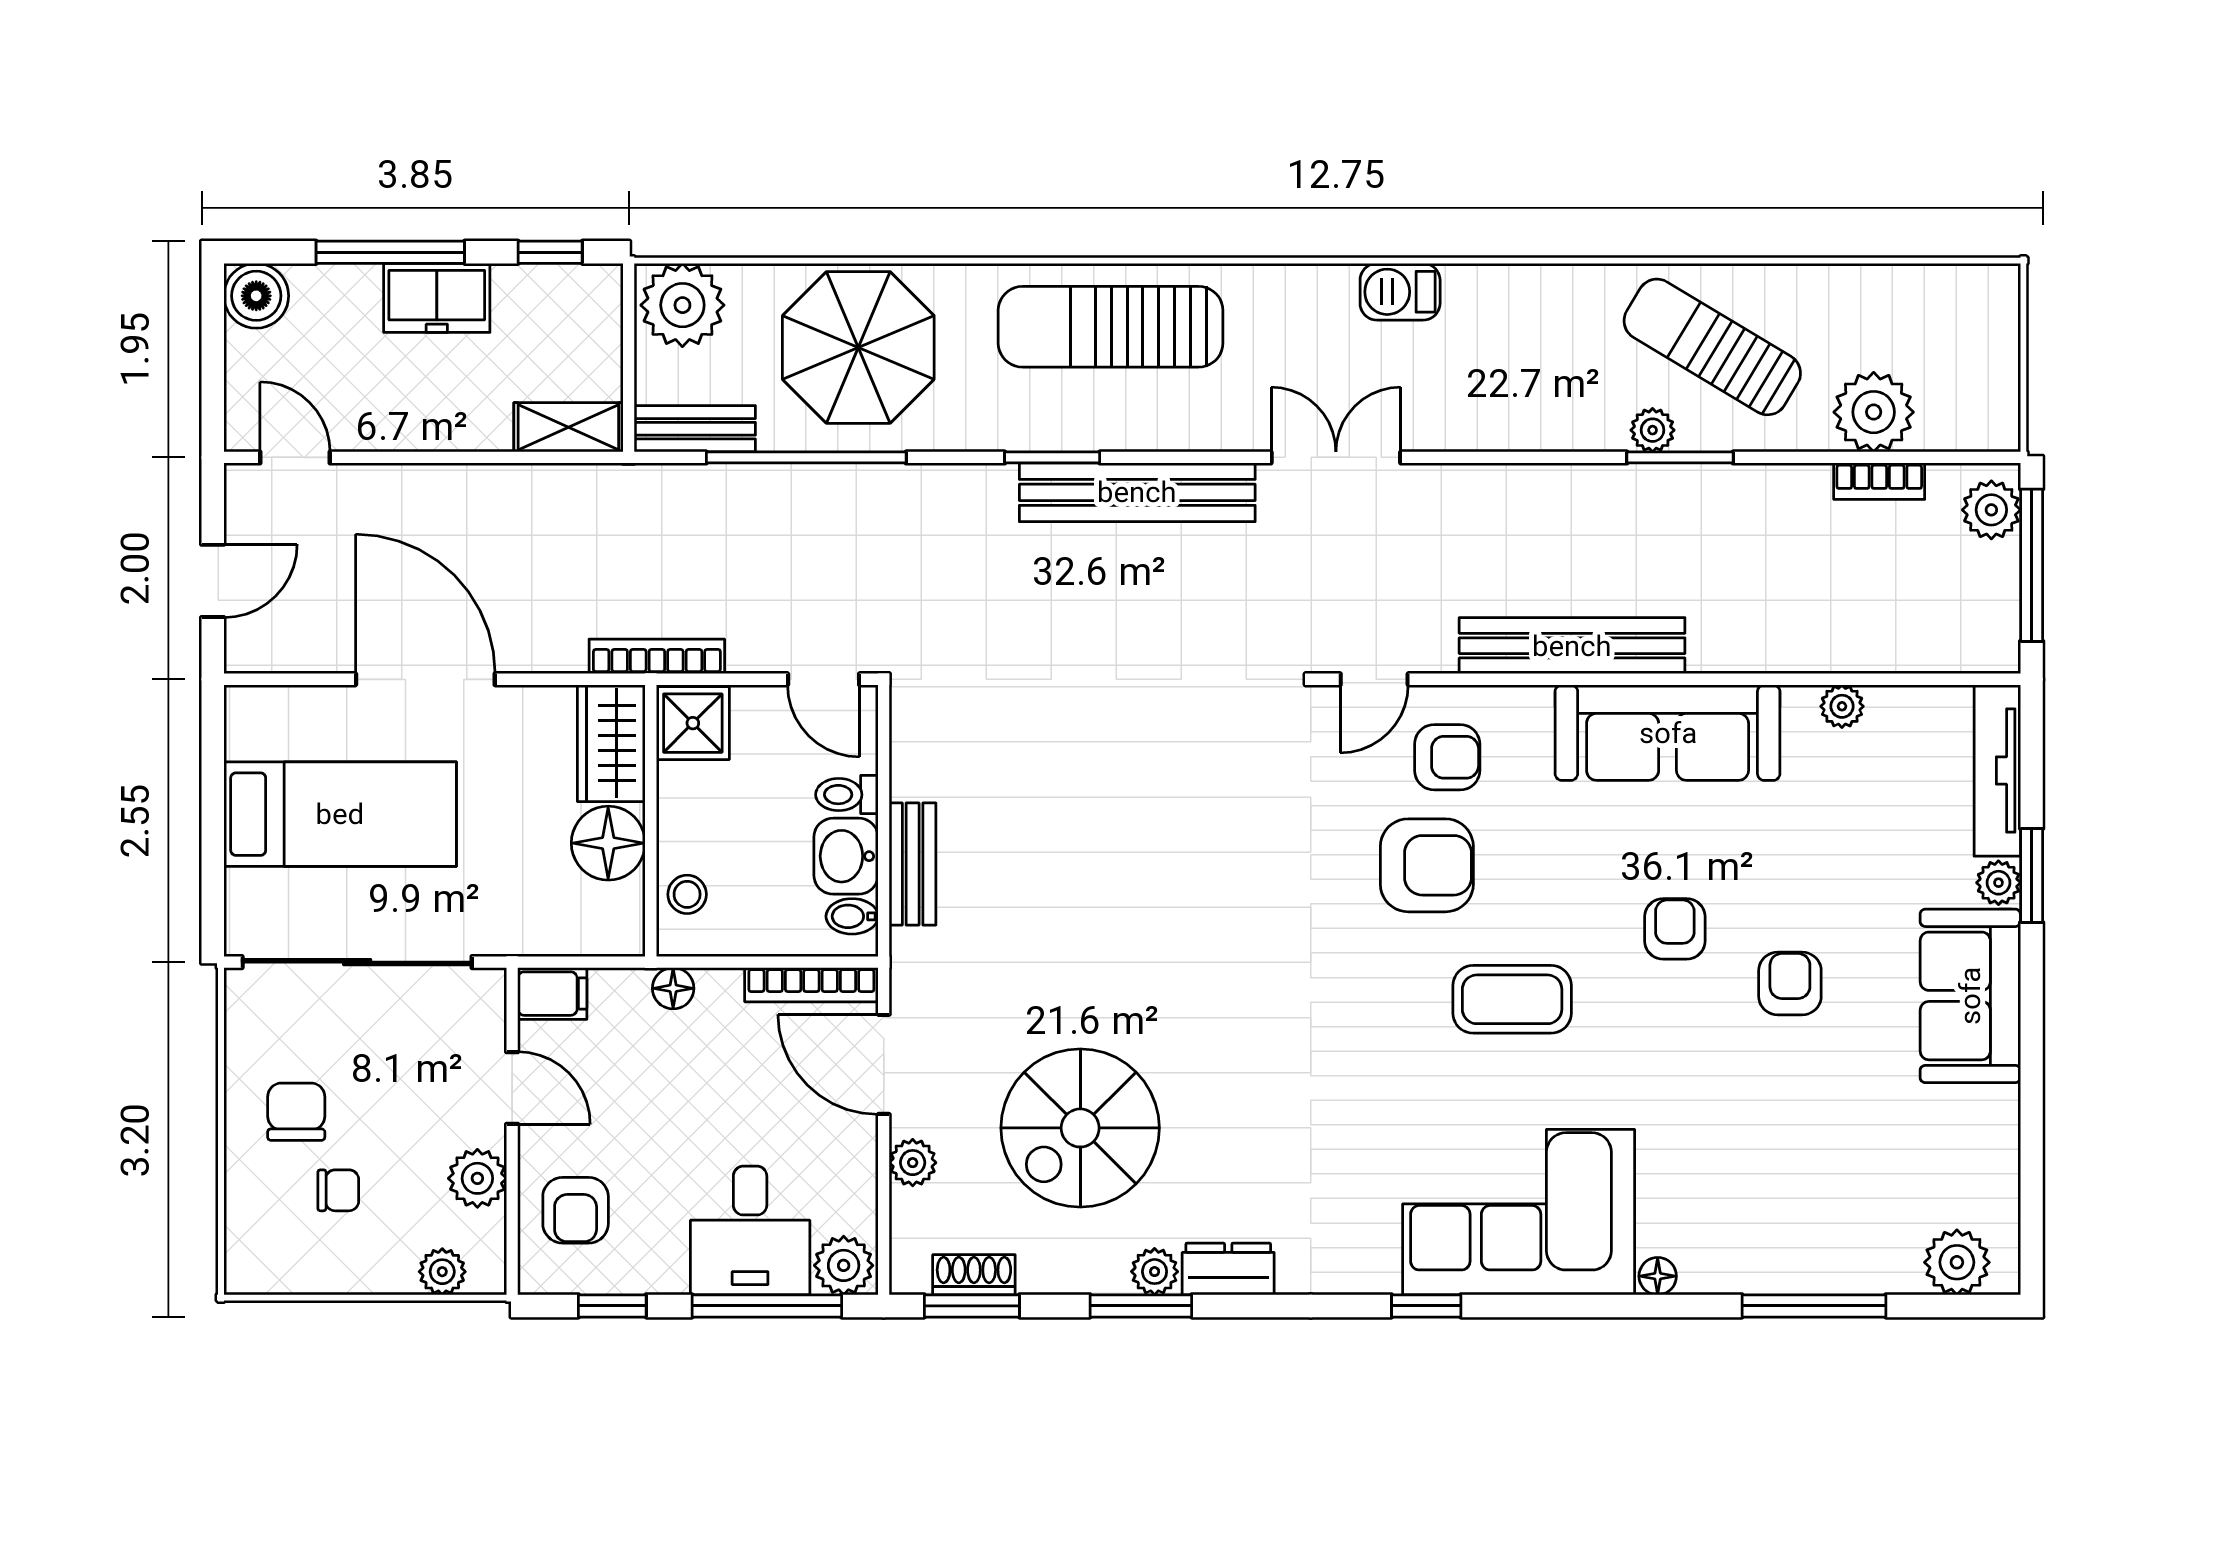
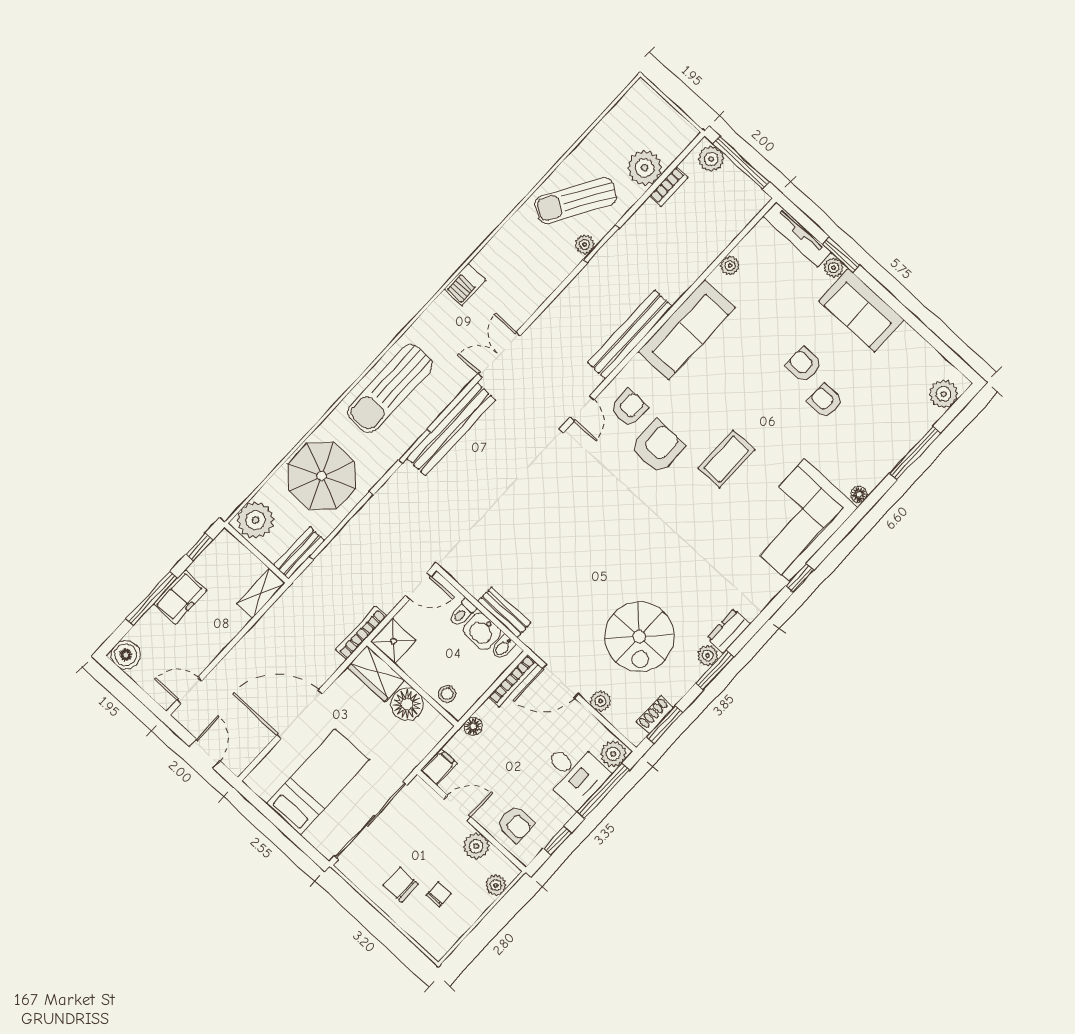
armchair: (1675, 929) -> (825, 401), moved

